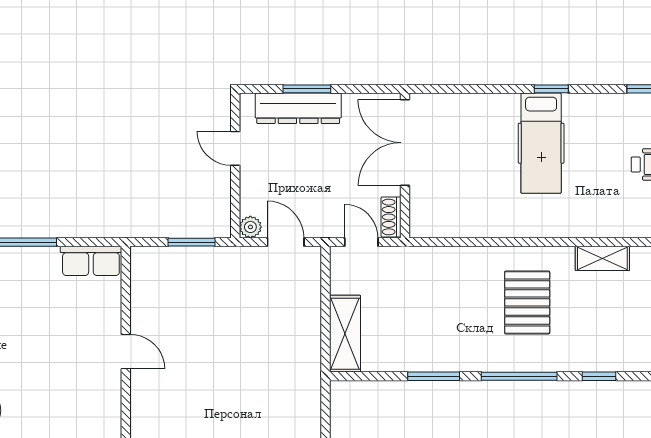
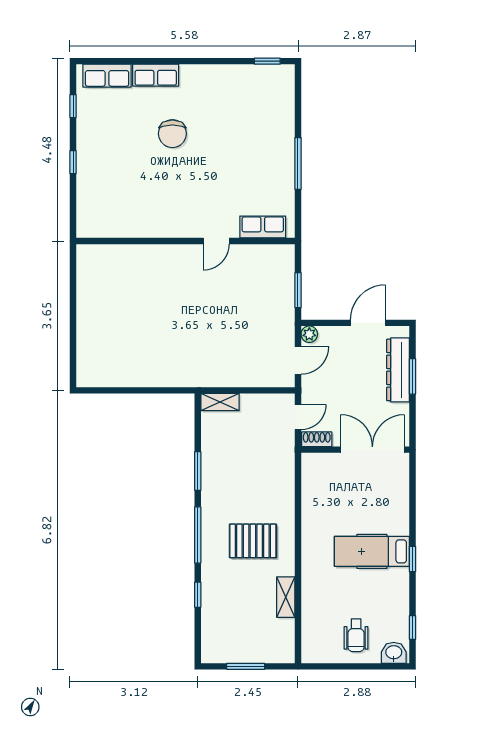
door: (235, 148) -> (368, 323), width x1.38
row of seats: (91, 261) -> (263, 227), moved, turned 90
shelving: (345, 334) -> (220, 402), width x0.67, depth x0.75

